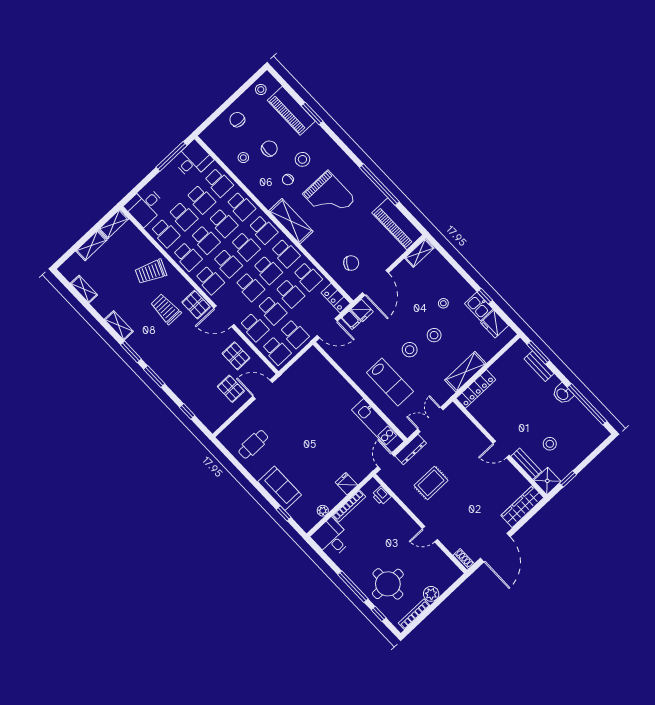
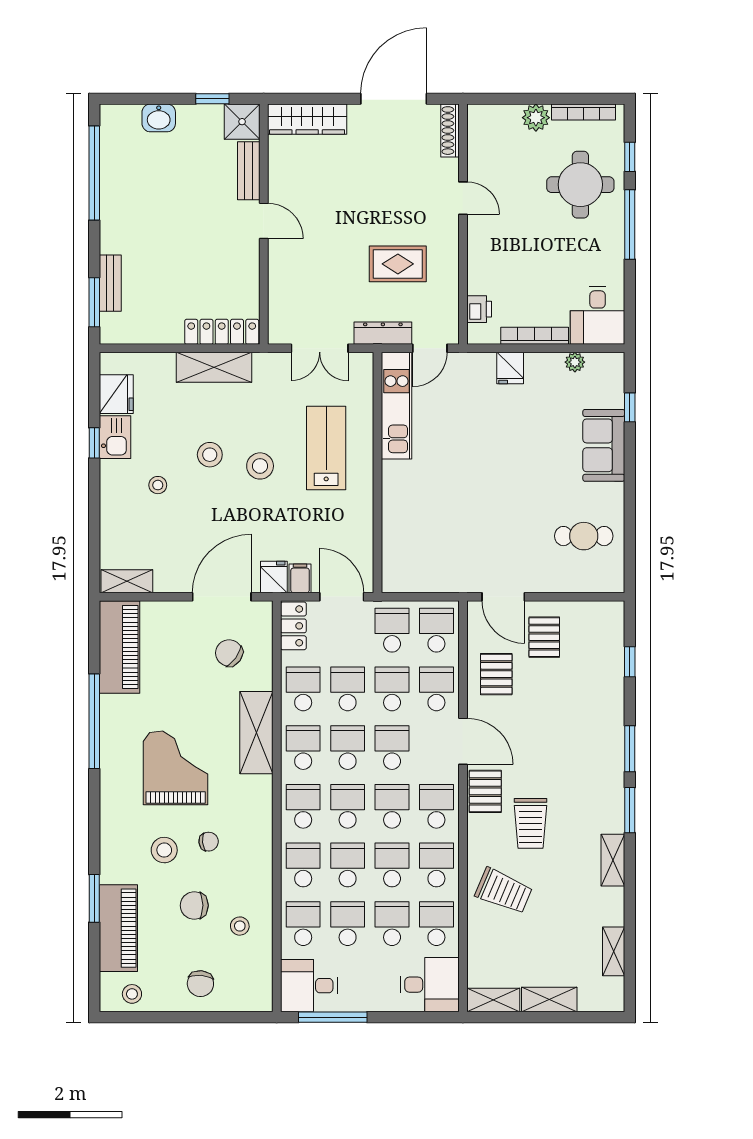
shelving: (291, 221) -> (256, 733), moved
washbasin: (563, 394) -> (159, 118), moved, turned 90
stool: (550, 444) -> (193, 167), removed
shoe rack: (464, 559) -> (450, 131), width x1.43

